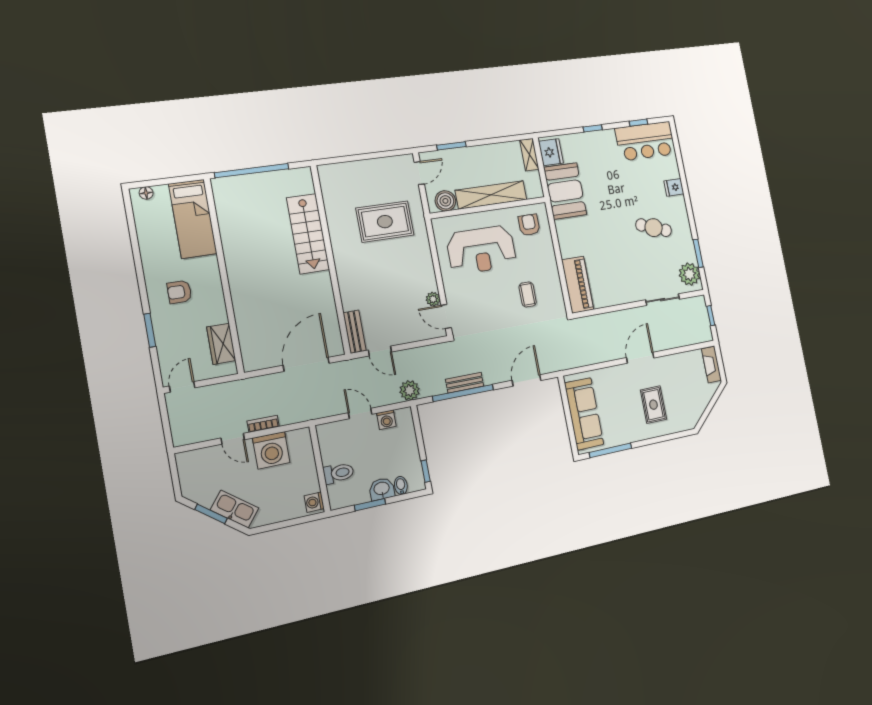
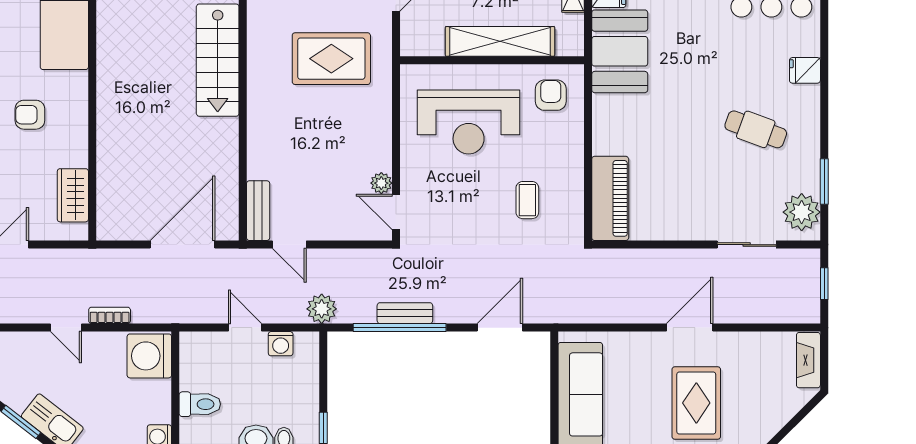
boiler: (445, 201) -> (428, 41), removed
rug: (653, 405) -> (696, 403), width x1.36, depth x1.43
washing machine: (271, 450) -> (149, 356), moved, turned 90

